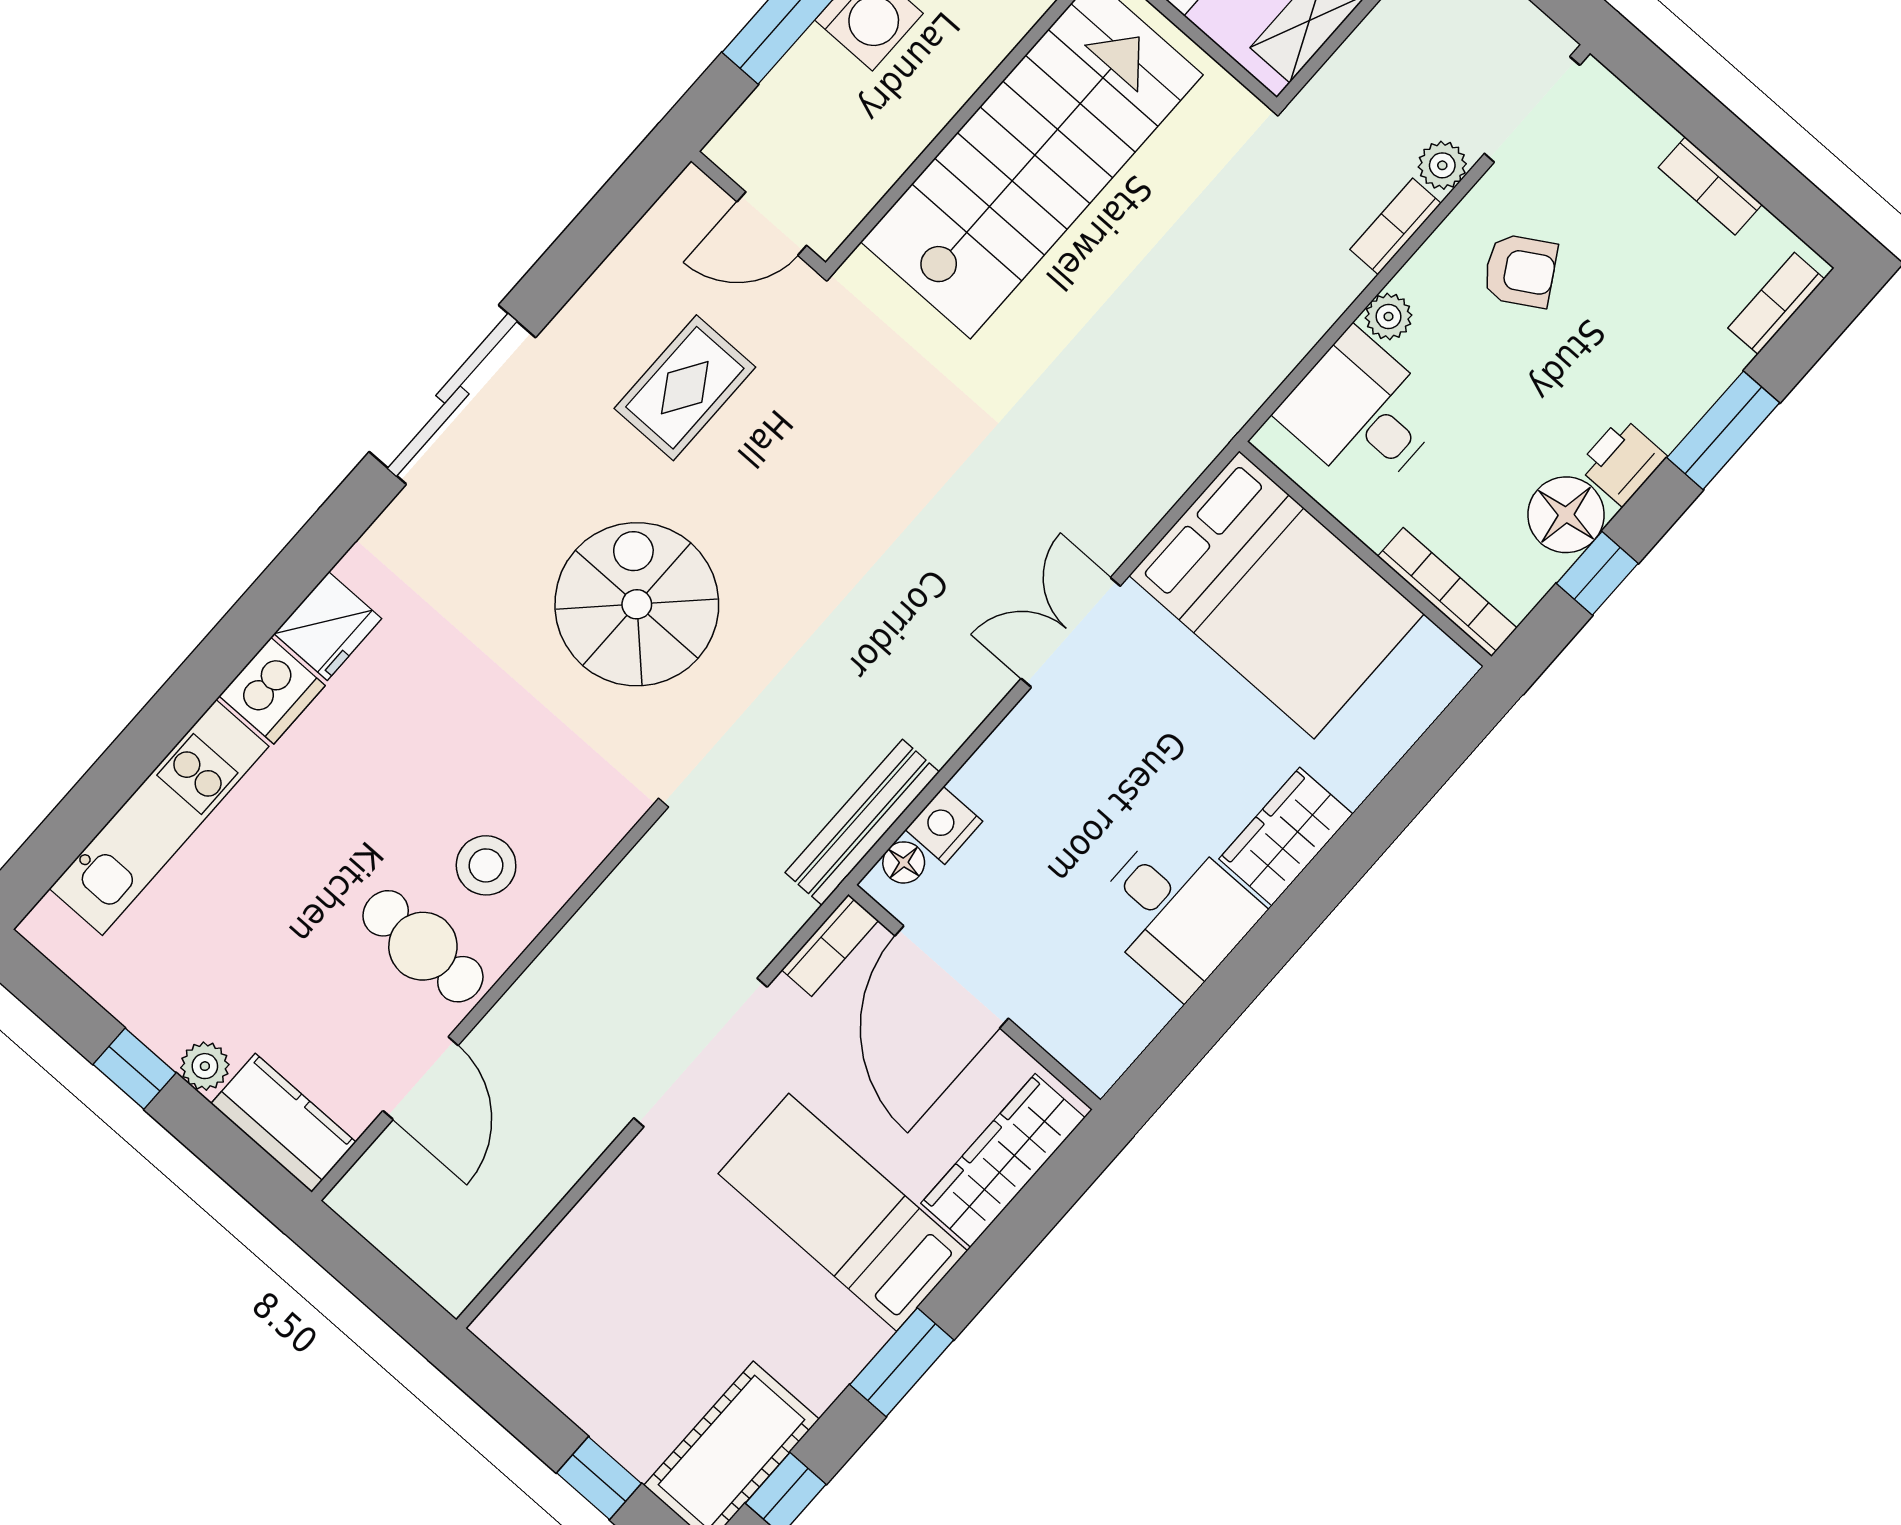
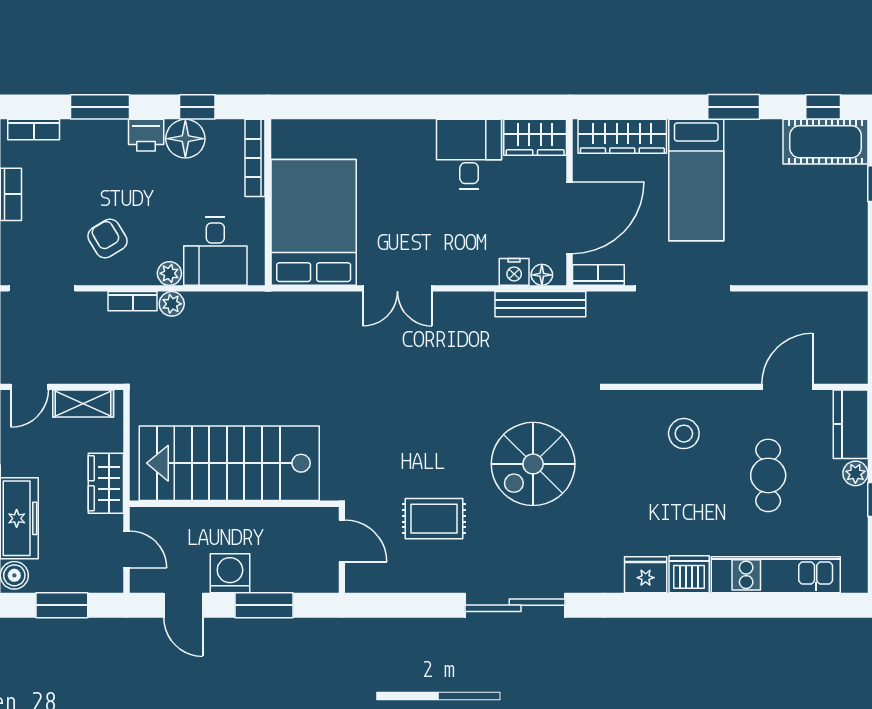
plant: (1442, 165) -> (172, 304), moved
wardrobe: (1286, 836) -> (535, 137), moved
cafe table: (423, 946) -> (768, 475), moved

